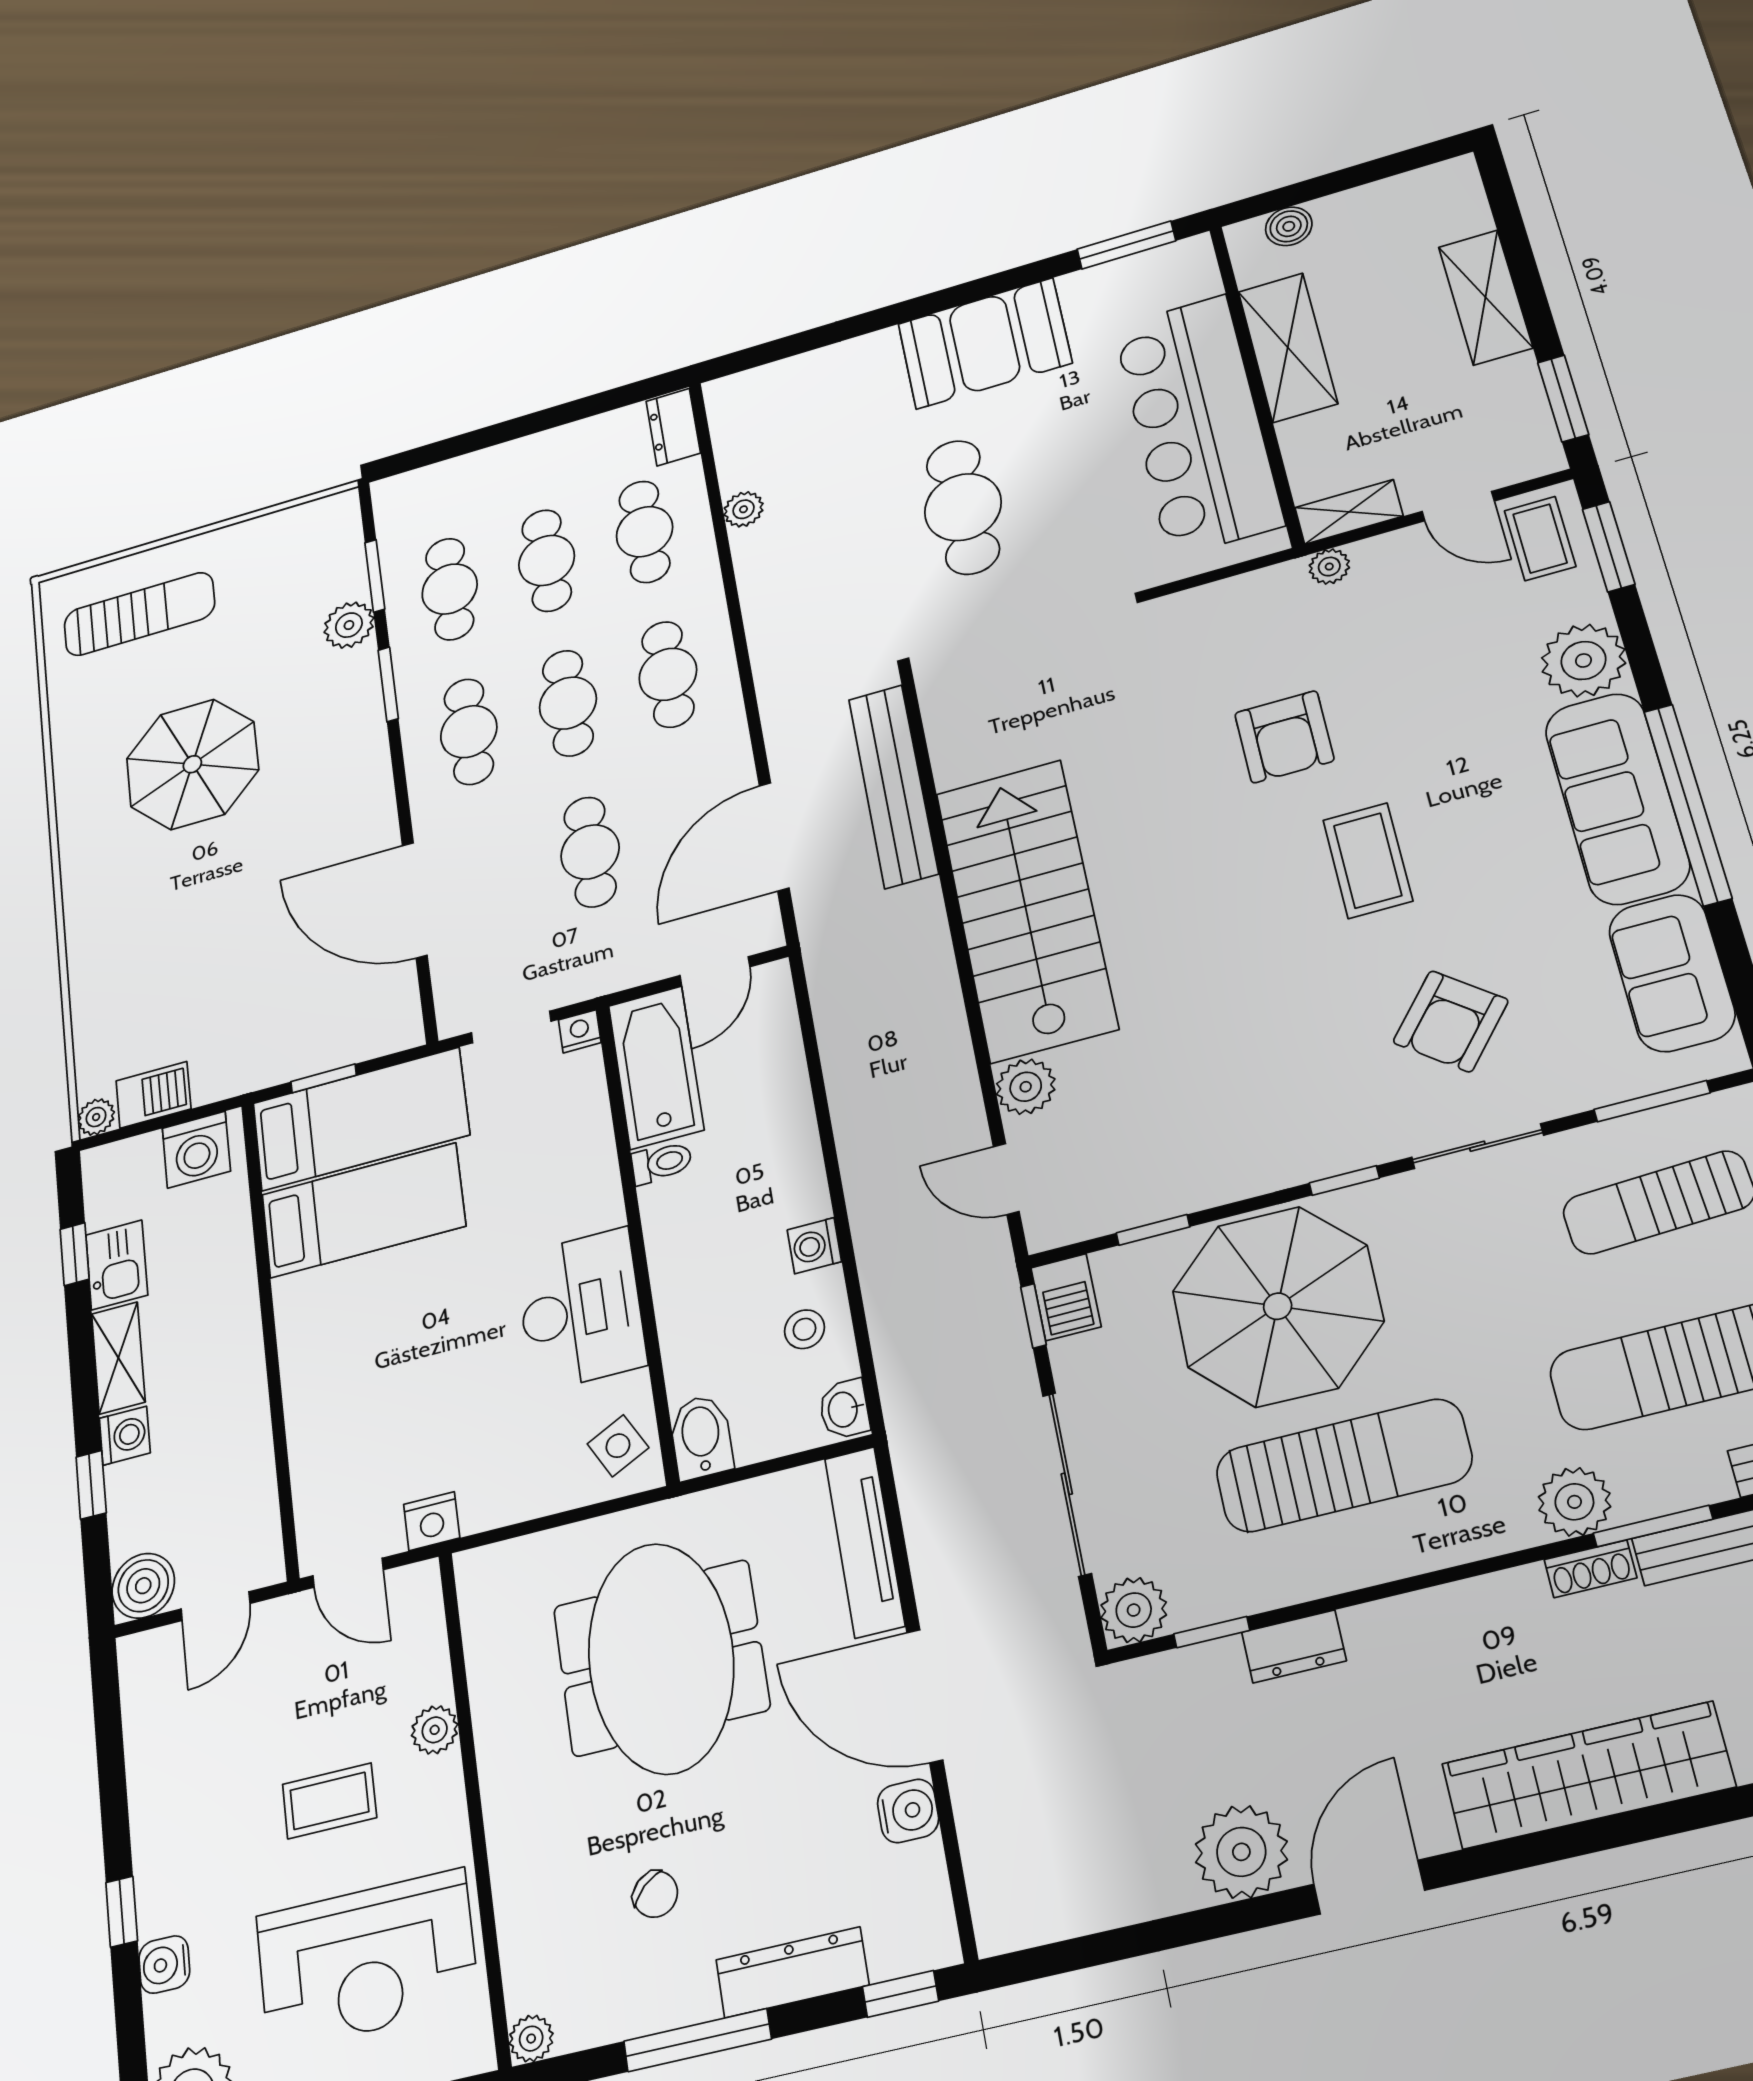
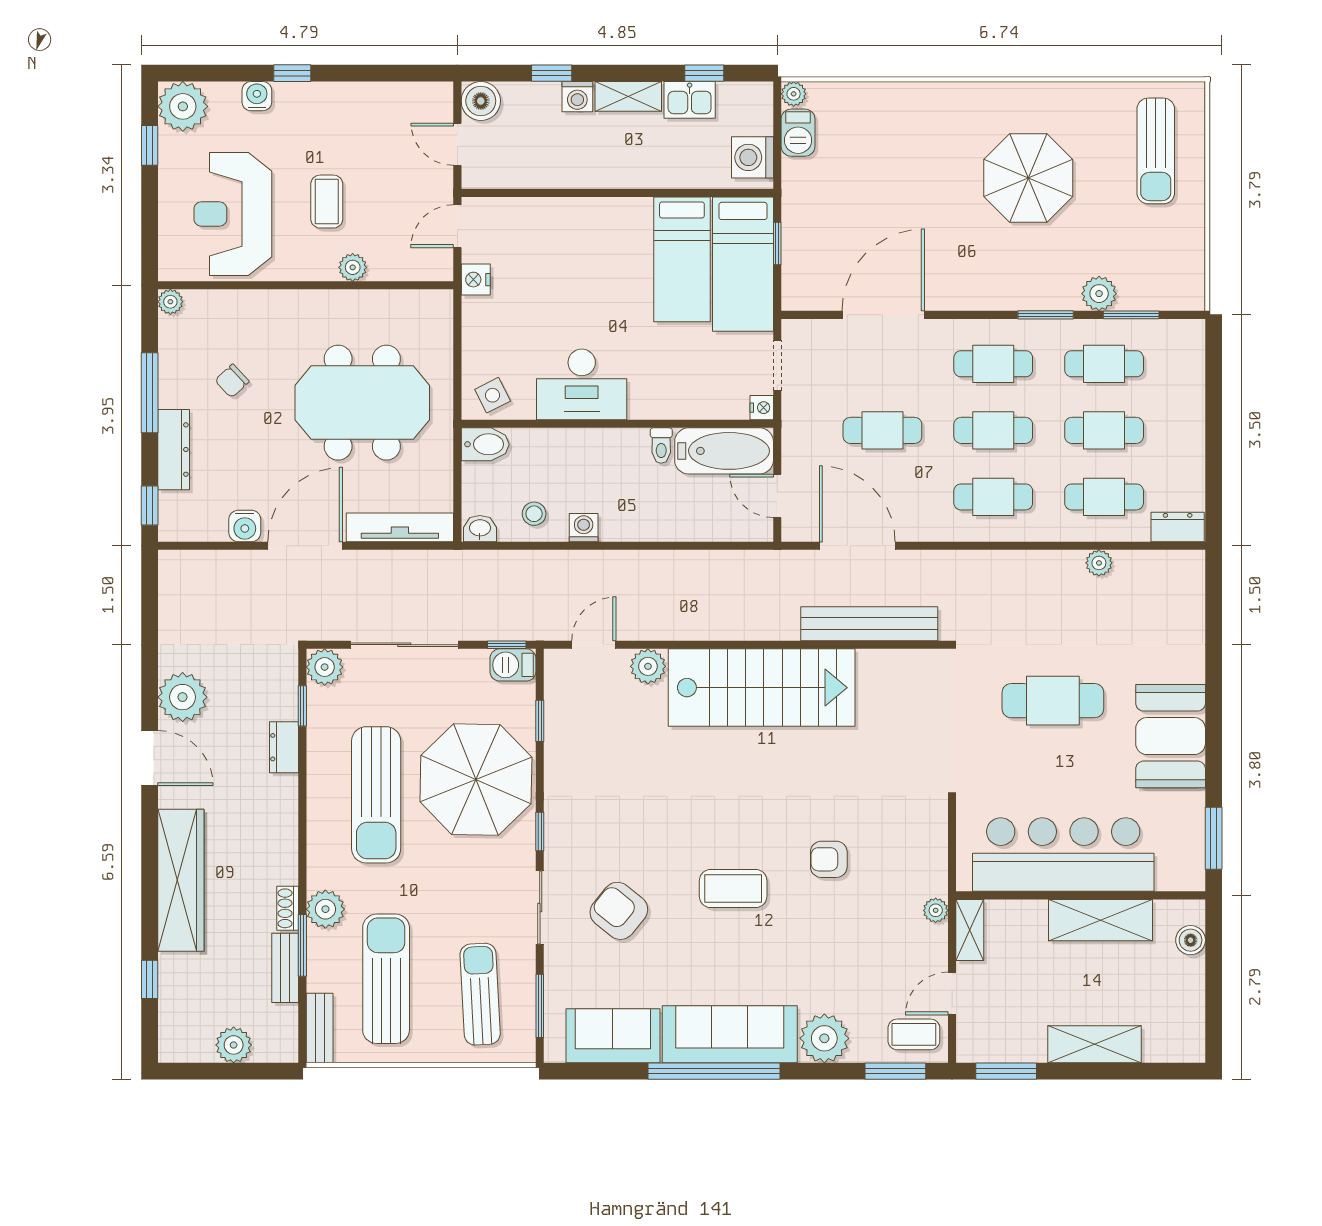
armchair: (1284, 737) -> (829, 859), width x0.72, depth x0.72

